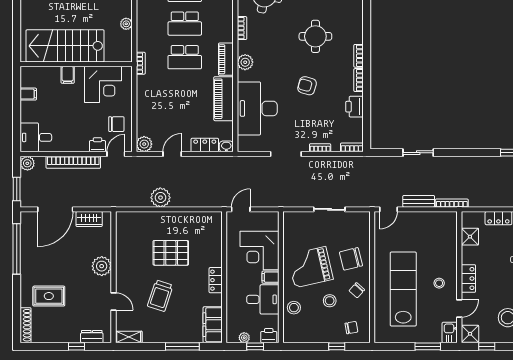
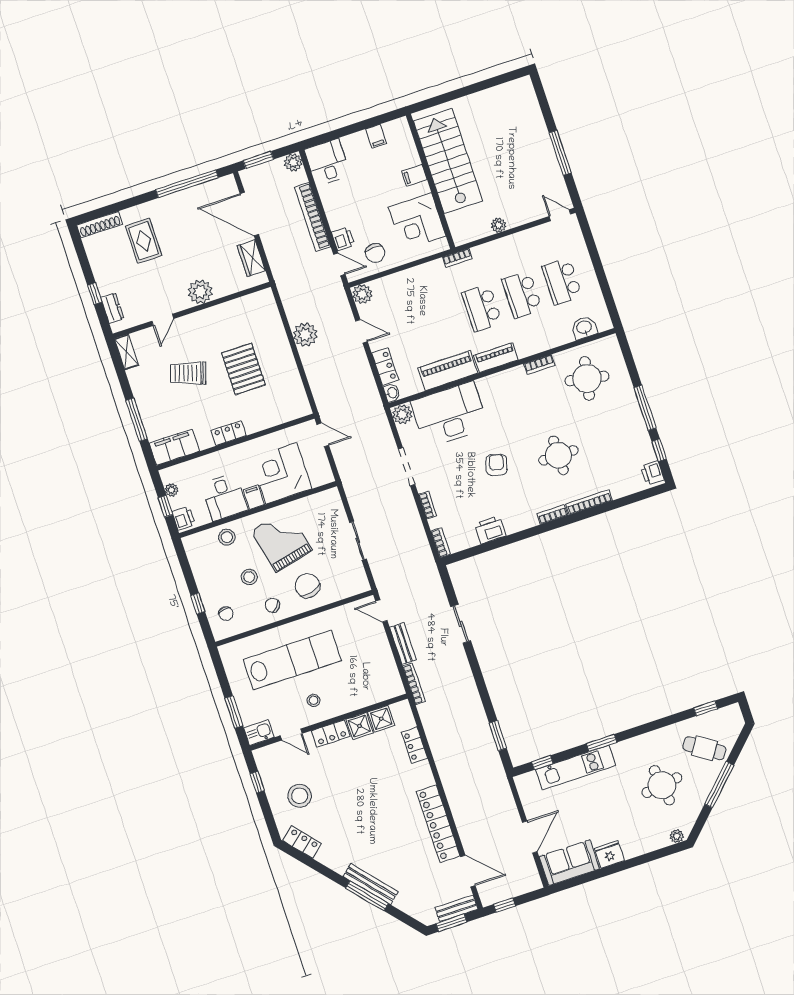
plant: (245, 62) -> (402, 414), moved
bookcase: (359, 80) -> (589, 502), moved, width x1.56
shower: (470, 334) -> (360, 726), moved

